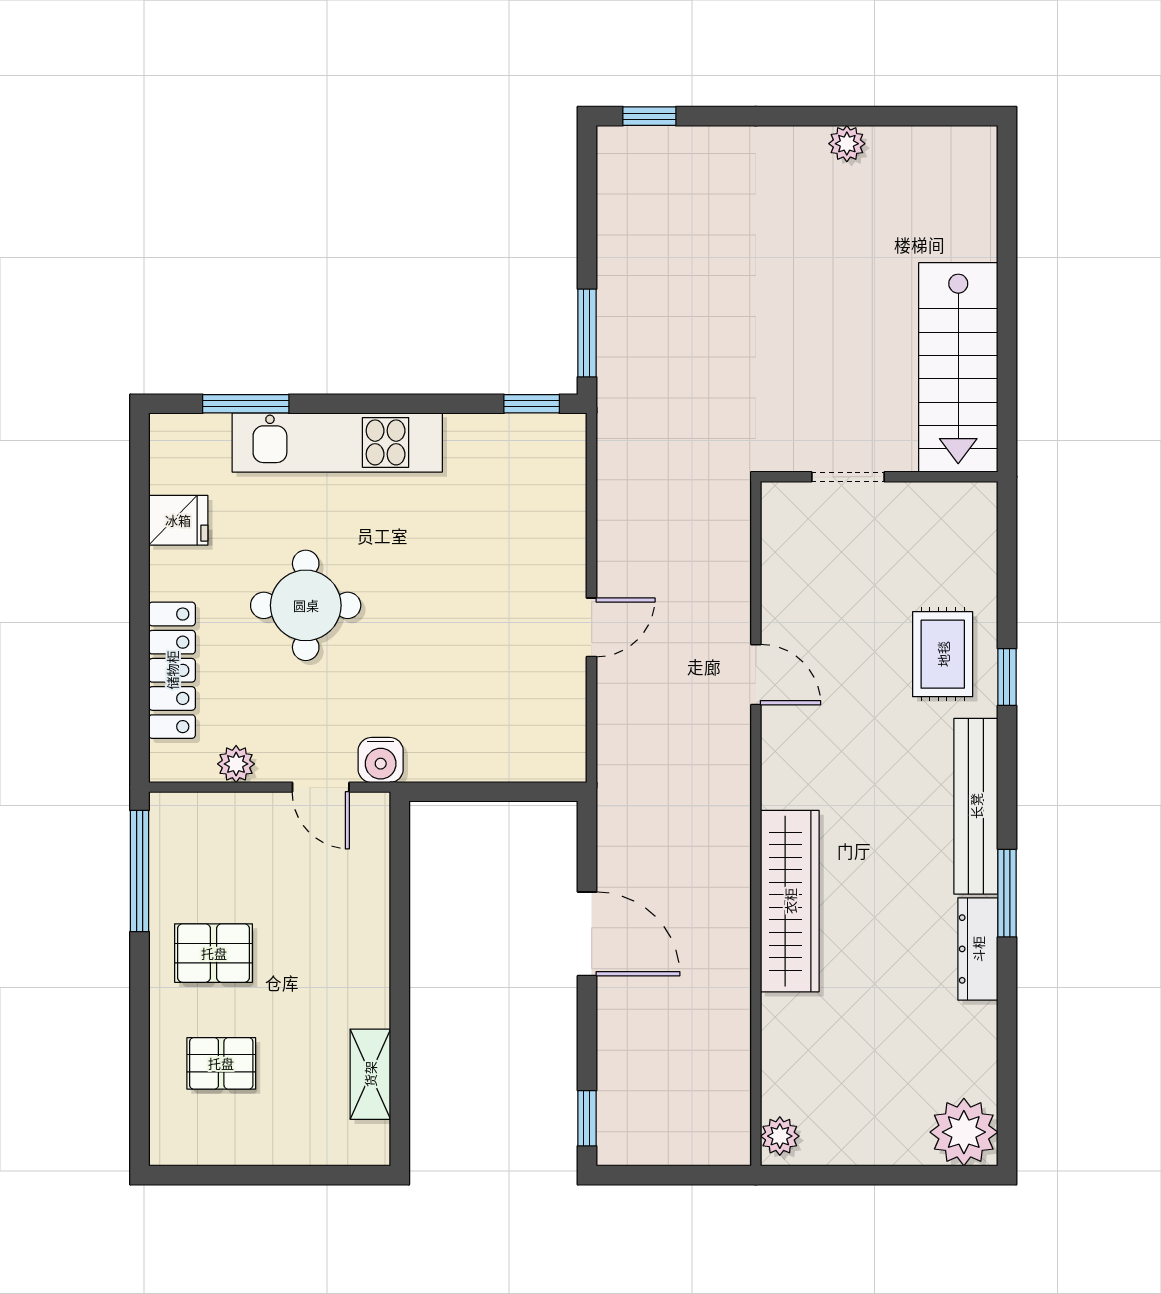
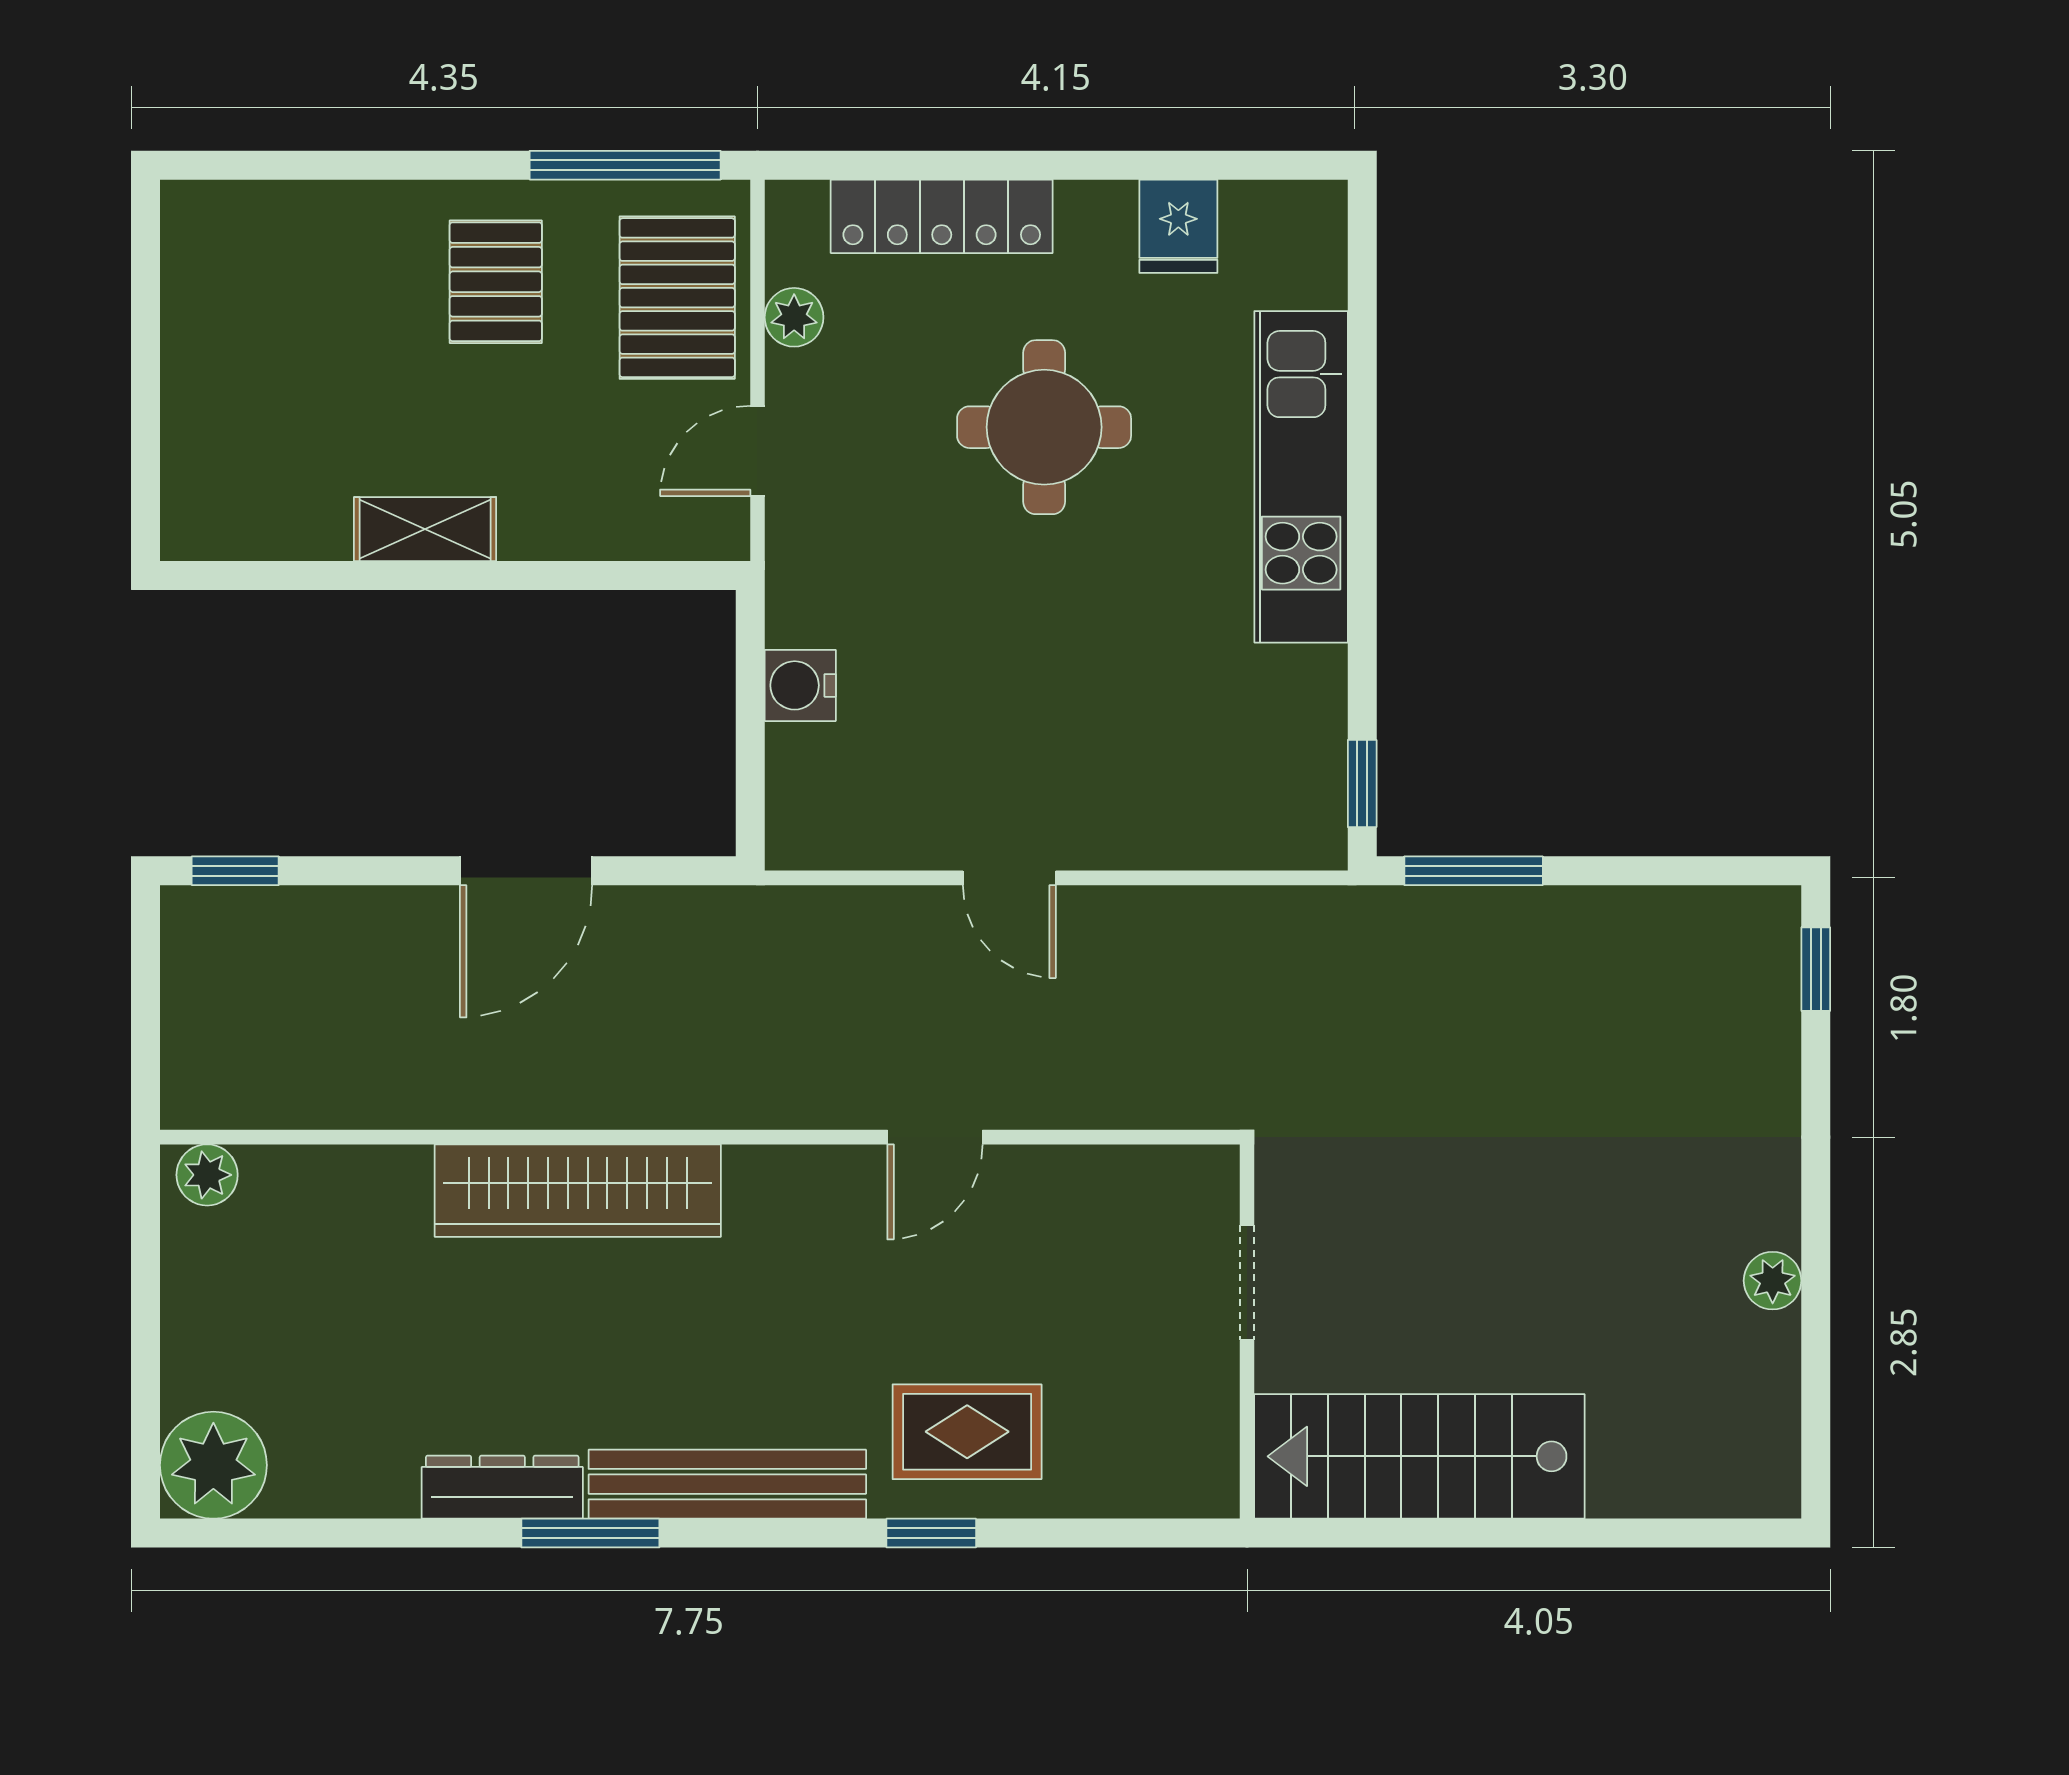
window: (246, 404) -> (1362, 333), removed
water cooler: (381, 760) -> (800, 685), moved
pallet: (221, 1063) -> (677, 298), moved, width x1.50, depth x1.42
shelving: (370, 1074) -> (425, 529), moved

